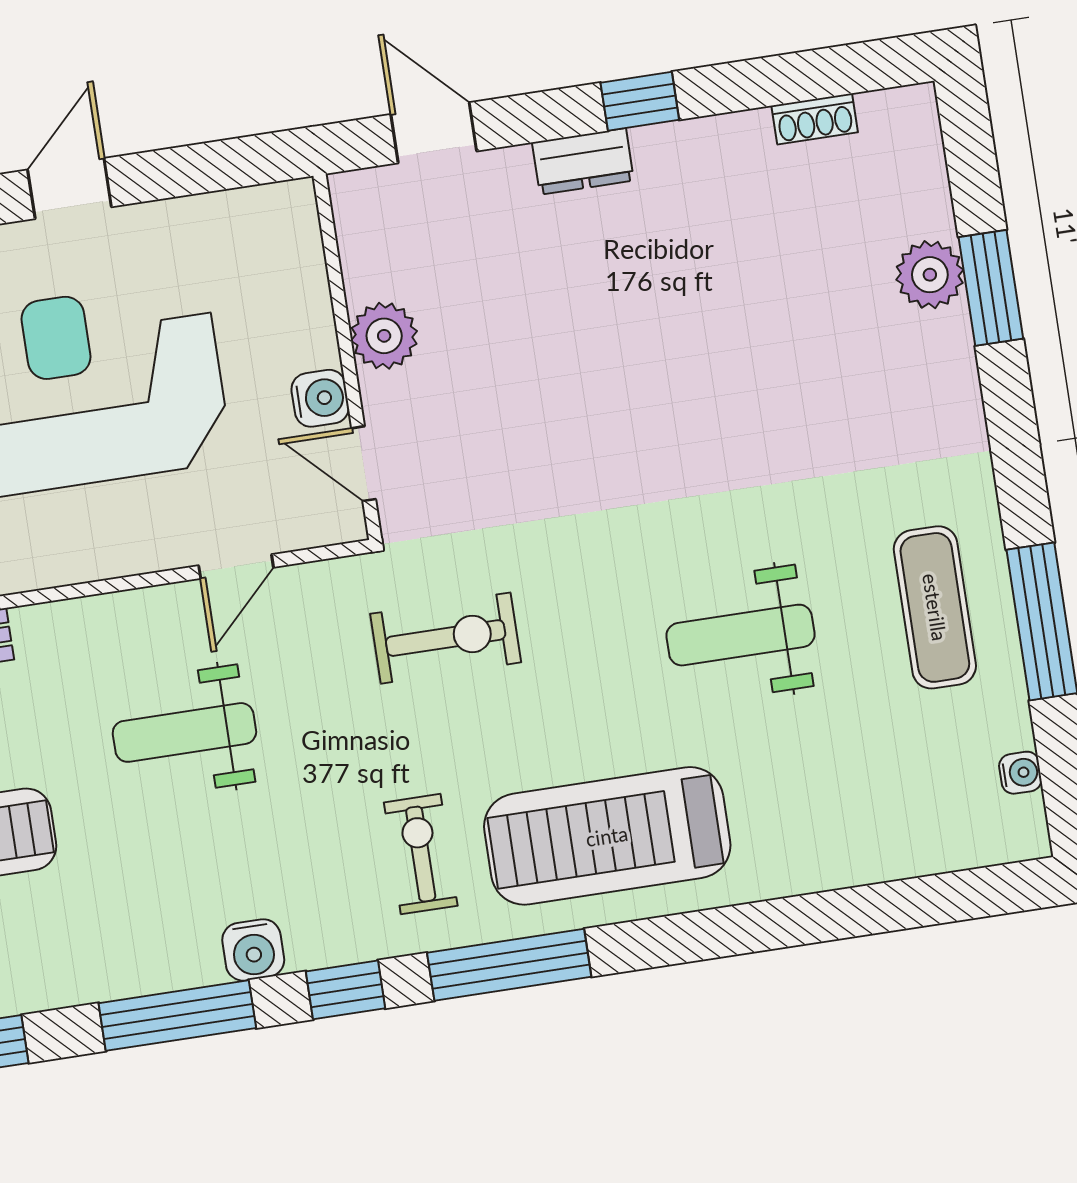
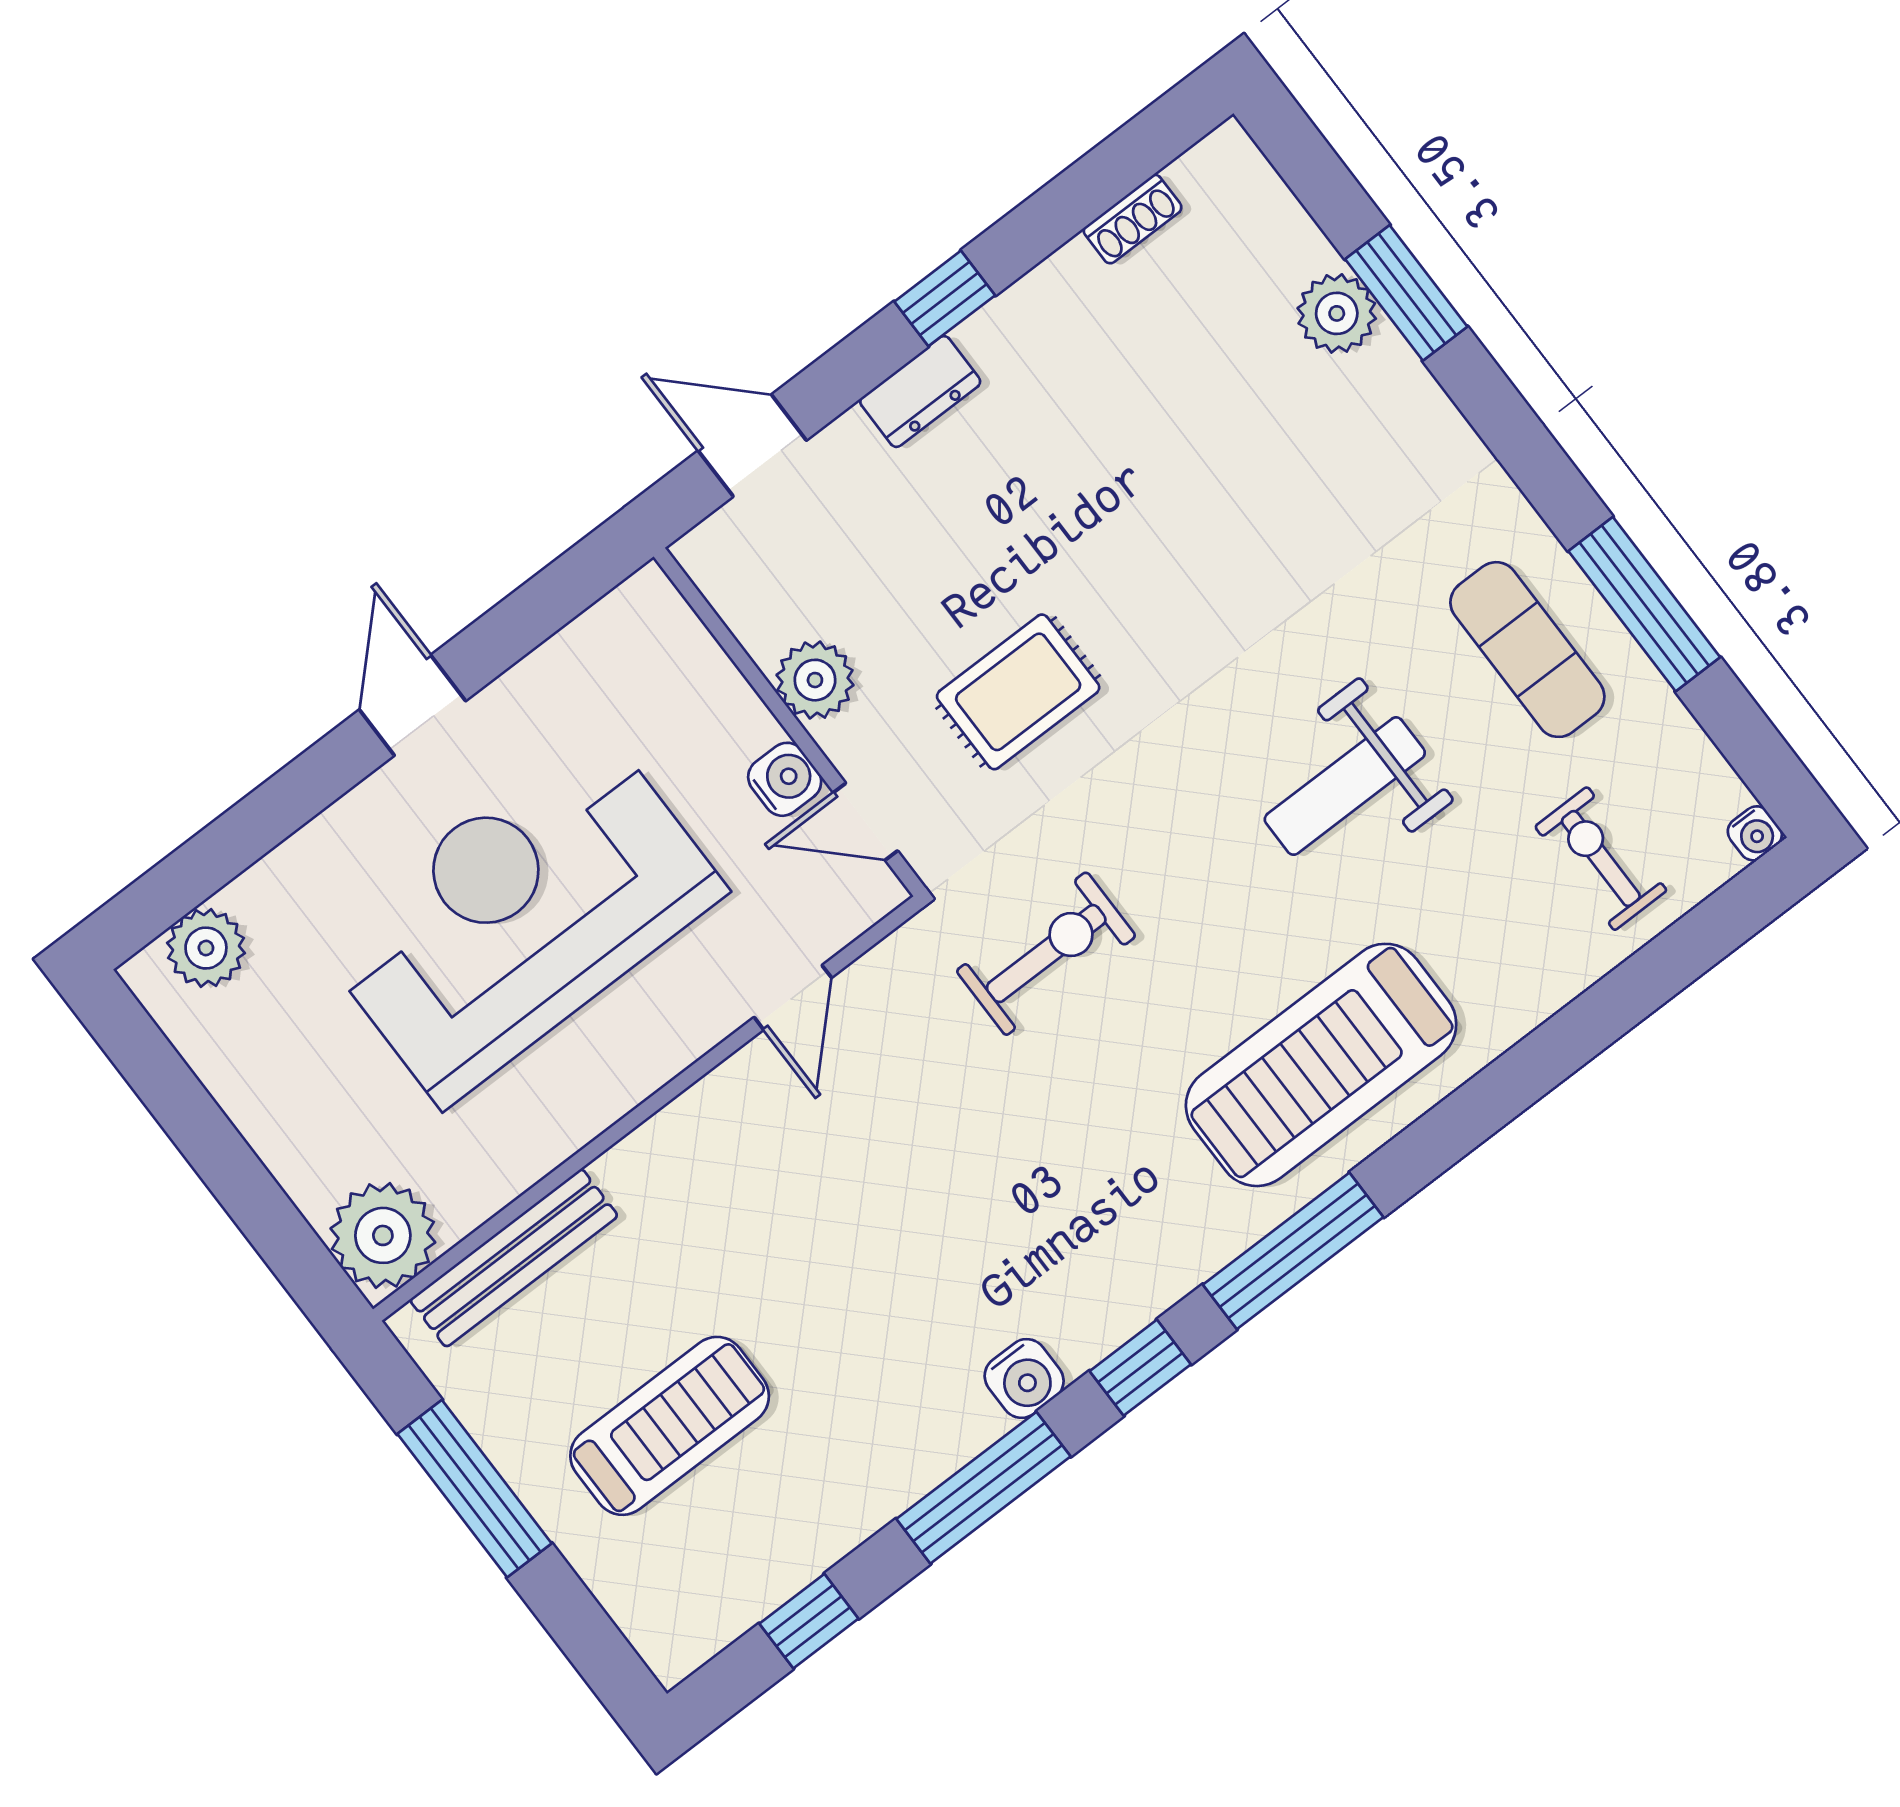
rug: (533, 429) -> (1018, 692), added
weight bench: (184, 732) -> (833, 1195), removed
water cooler: (1020, 773) -> (1755, 833), moved, turned 90
exercise bike: (421, 854) -> (1601, 859), moved

